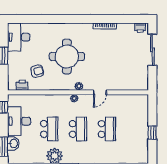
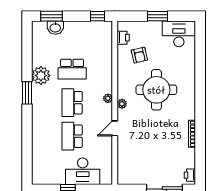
door: (100, 92) -> (115, 128), hinge flipped
desk: (19, 121) -> (83, 171), moved, turned 180
school desk: (78, 129) -> (72, 103), turned 90
school desk: (107, 129) -> (72, 136), turned 90

